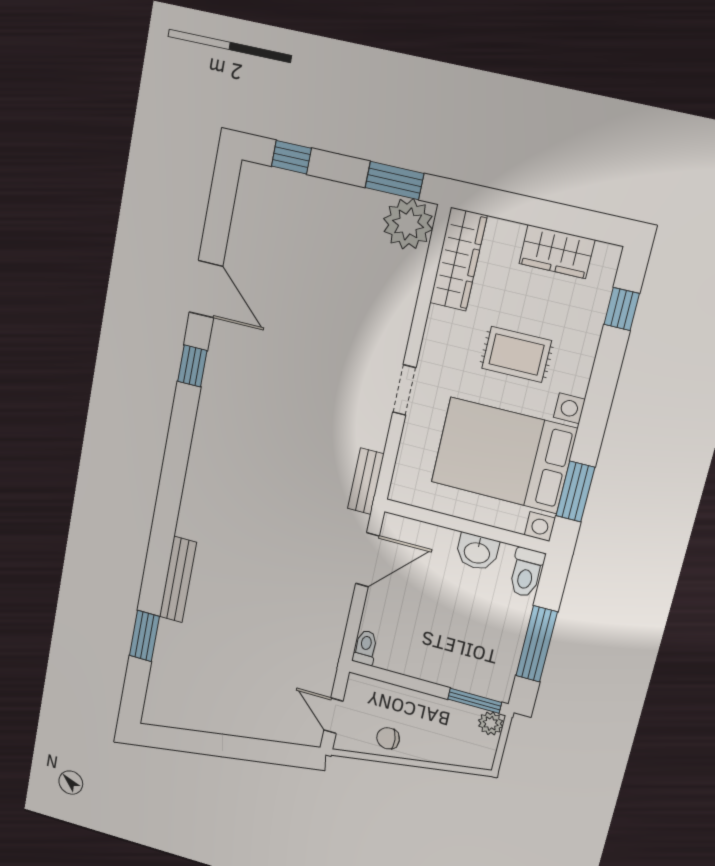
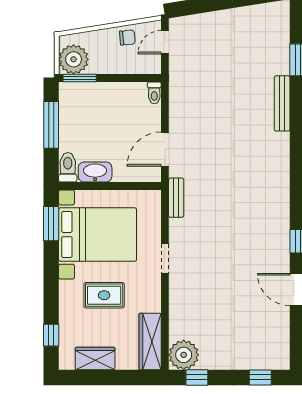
window: (394, 180) -> (197, 377), width x0.67
washbasin: (477, 552) -> (95, 172), width x1.38
door: (333, 716) -> (165, 42), swing flipped
plant: (491, 723) -> (74, 59), width x1.87, depth x1.87

